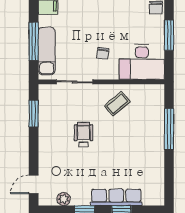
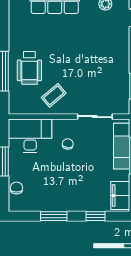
wheelchair: (84, 135) -> (29, 68), moved, width x1.36, depth x1.37

